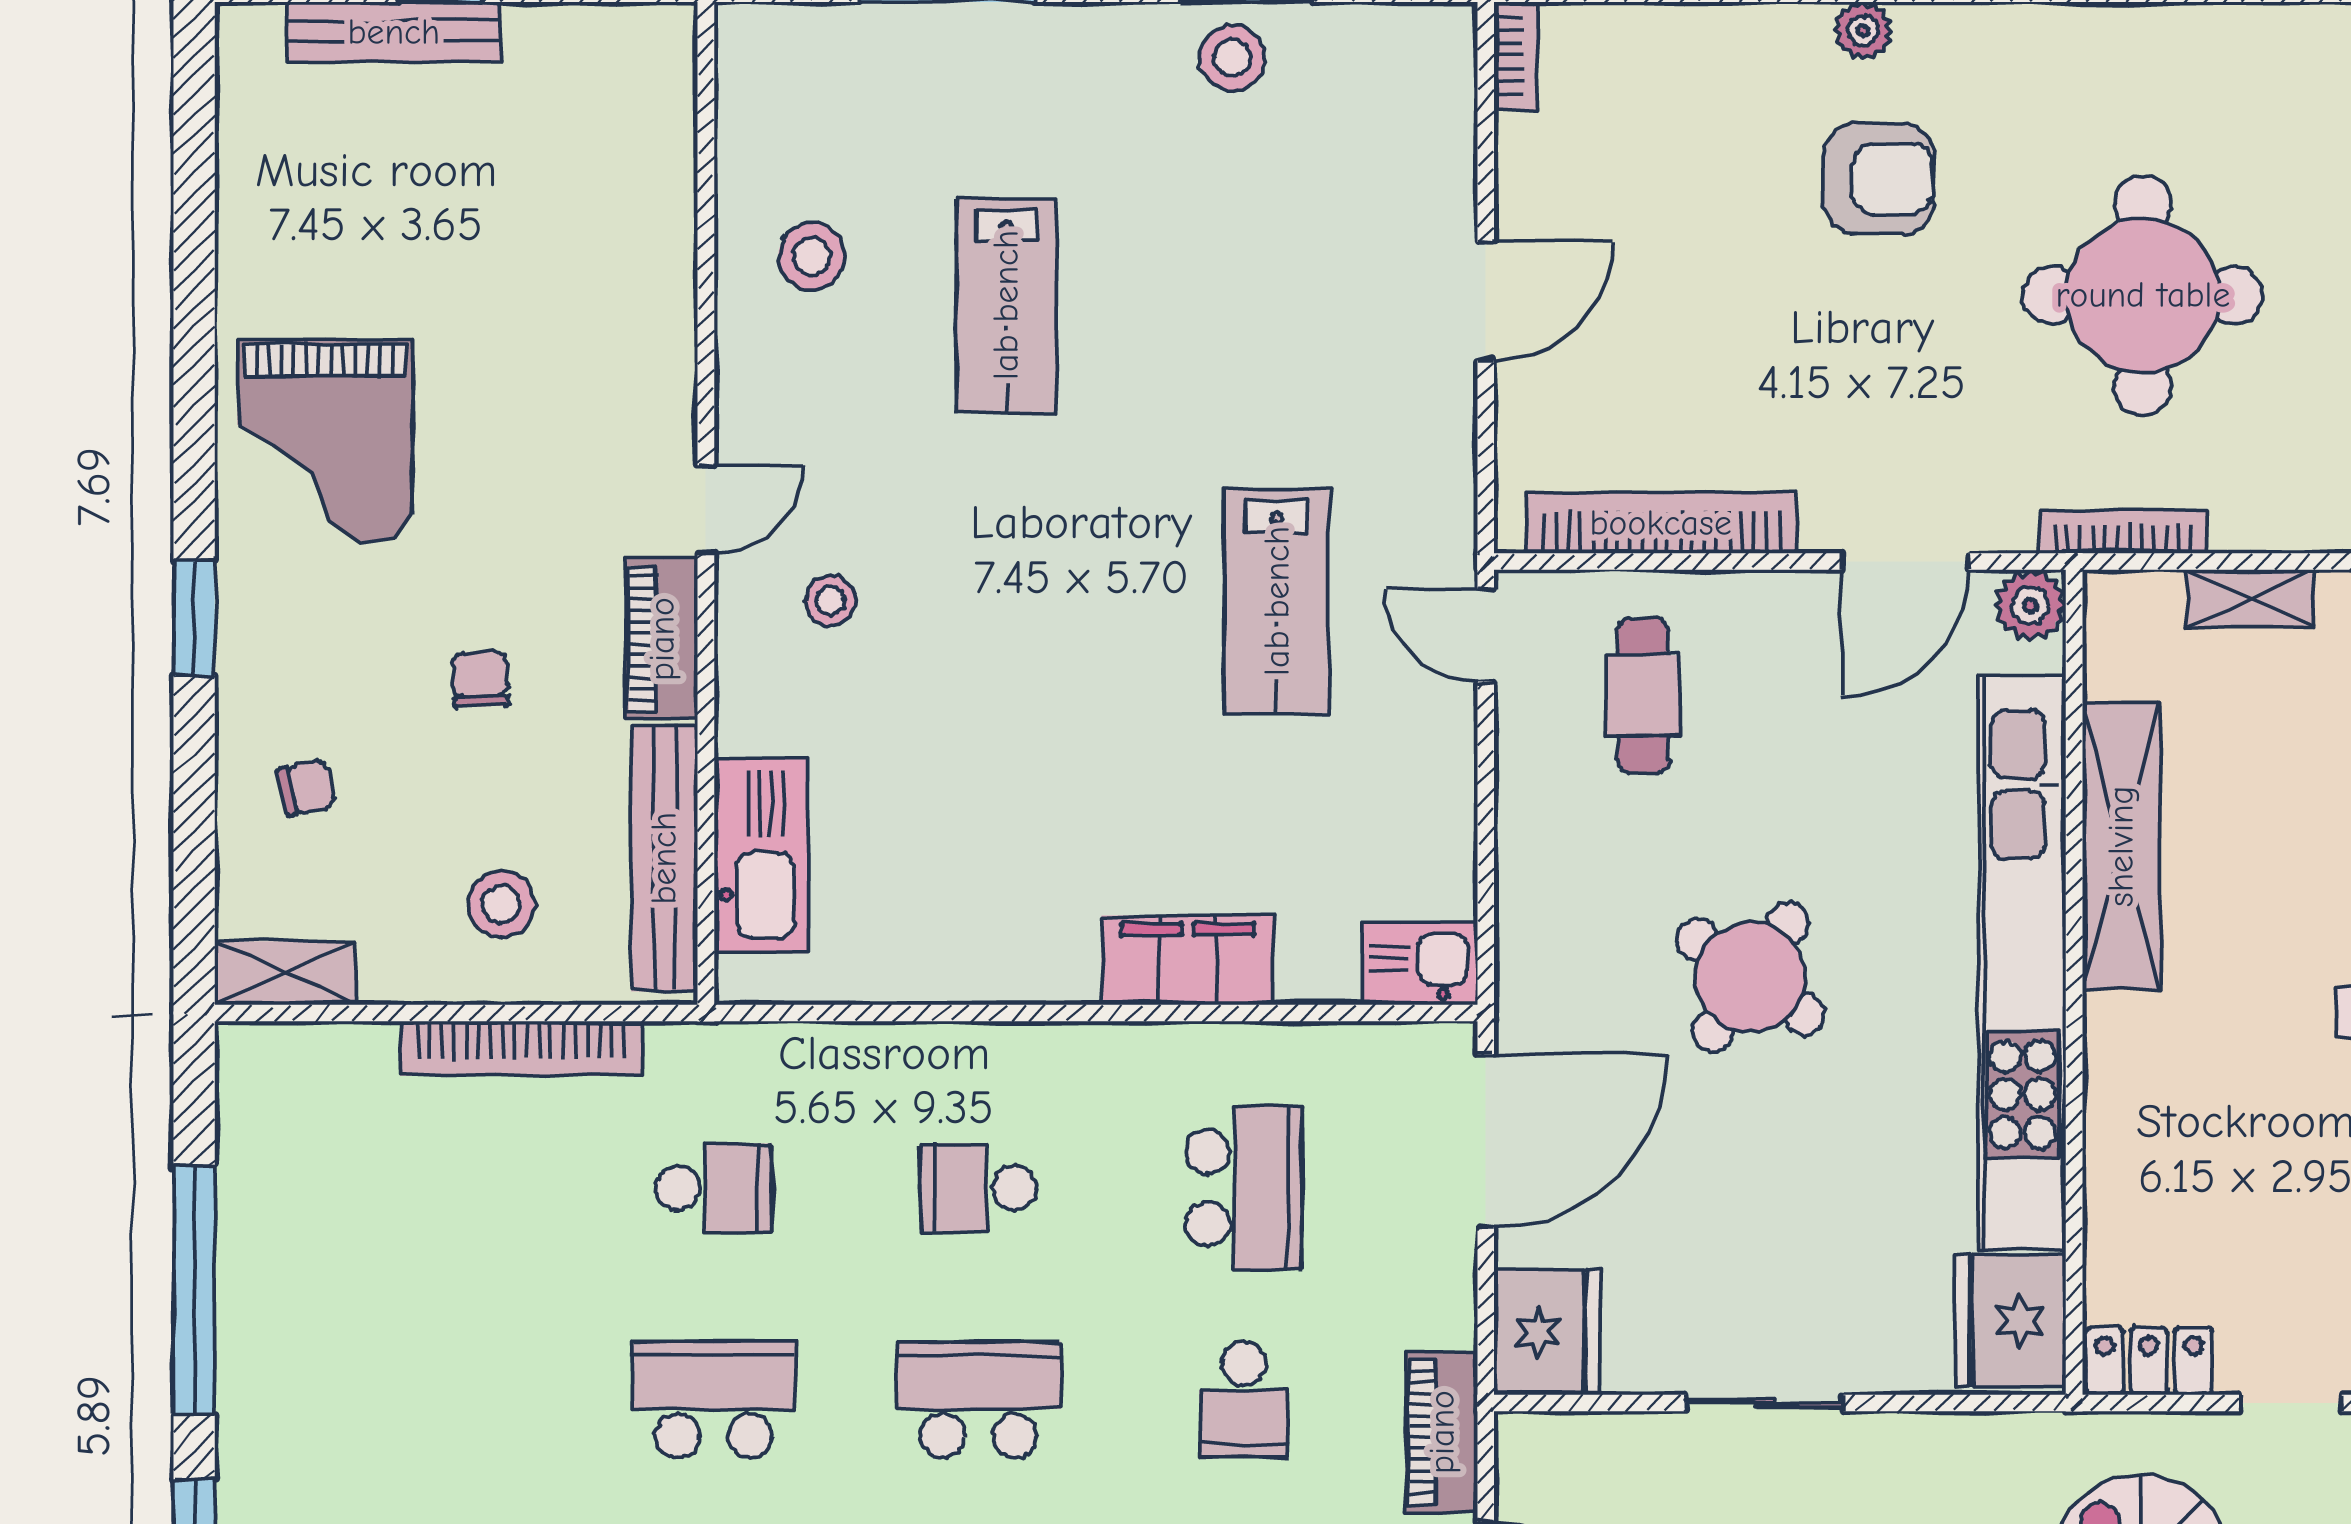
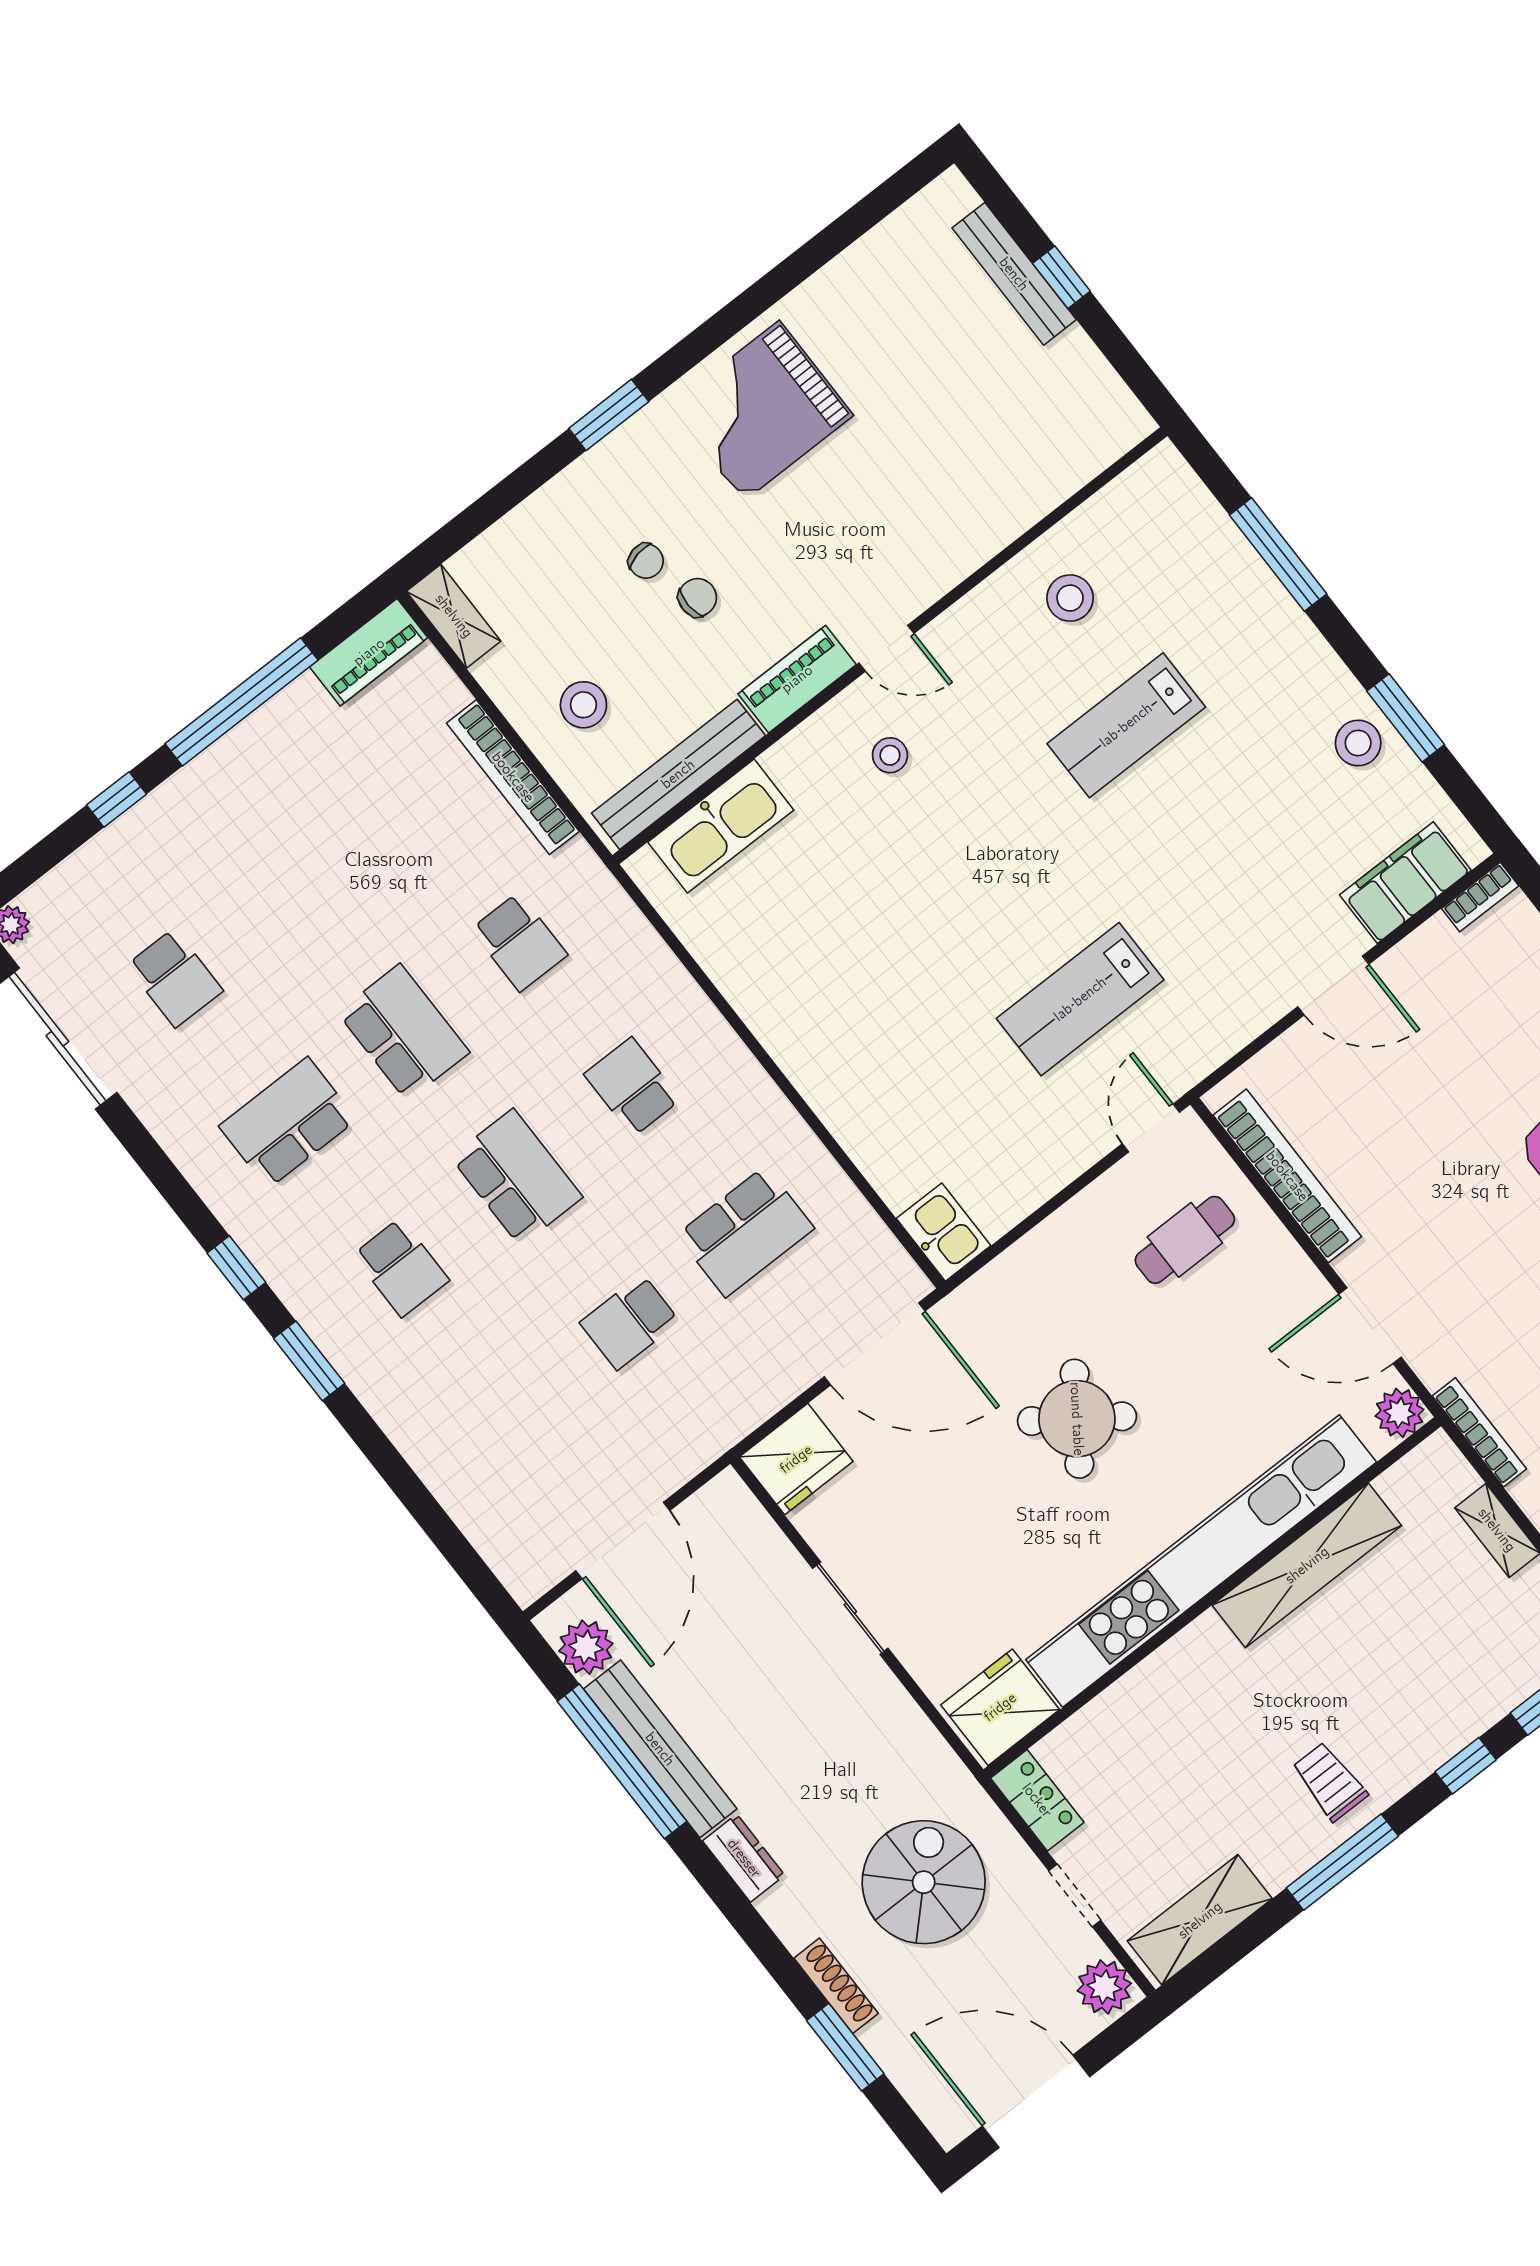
chair: (306, 788) -> (646, 561), moved
filing cabinet: (1188, 960) -> (1405, 883), moved, turned -90
piano: (1442, 1432) -> (369, 652), moved, turned 180

